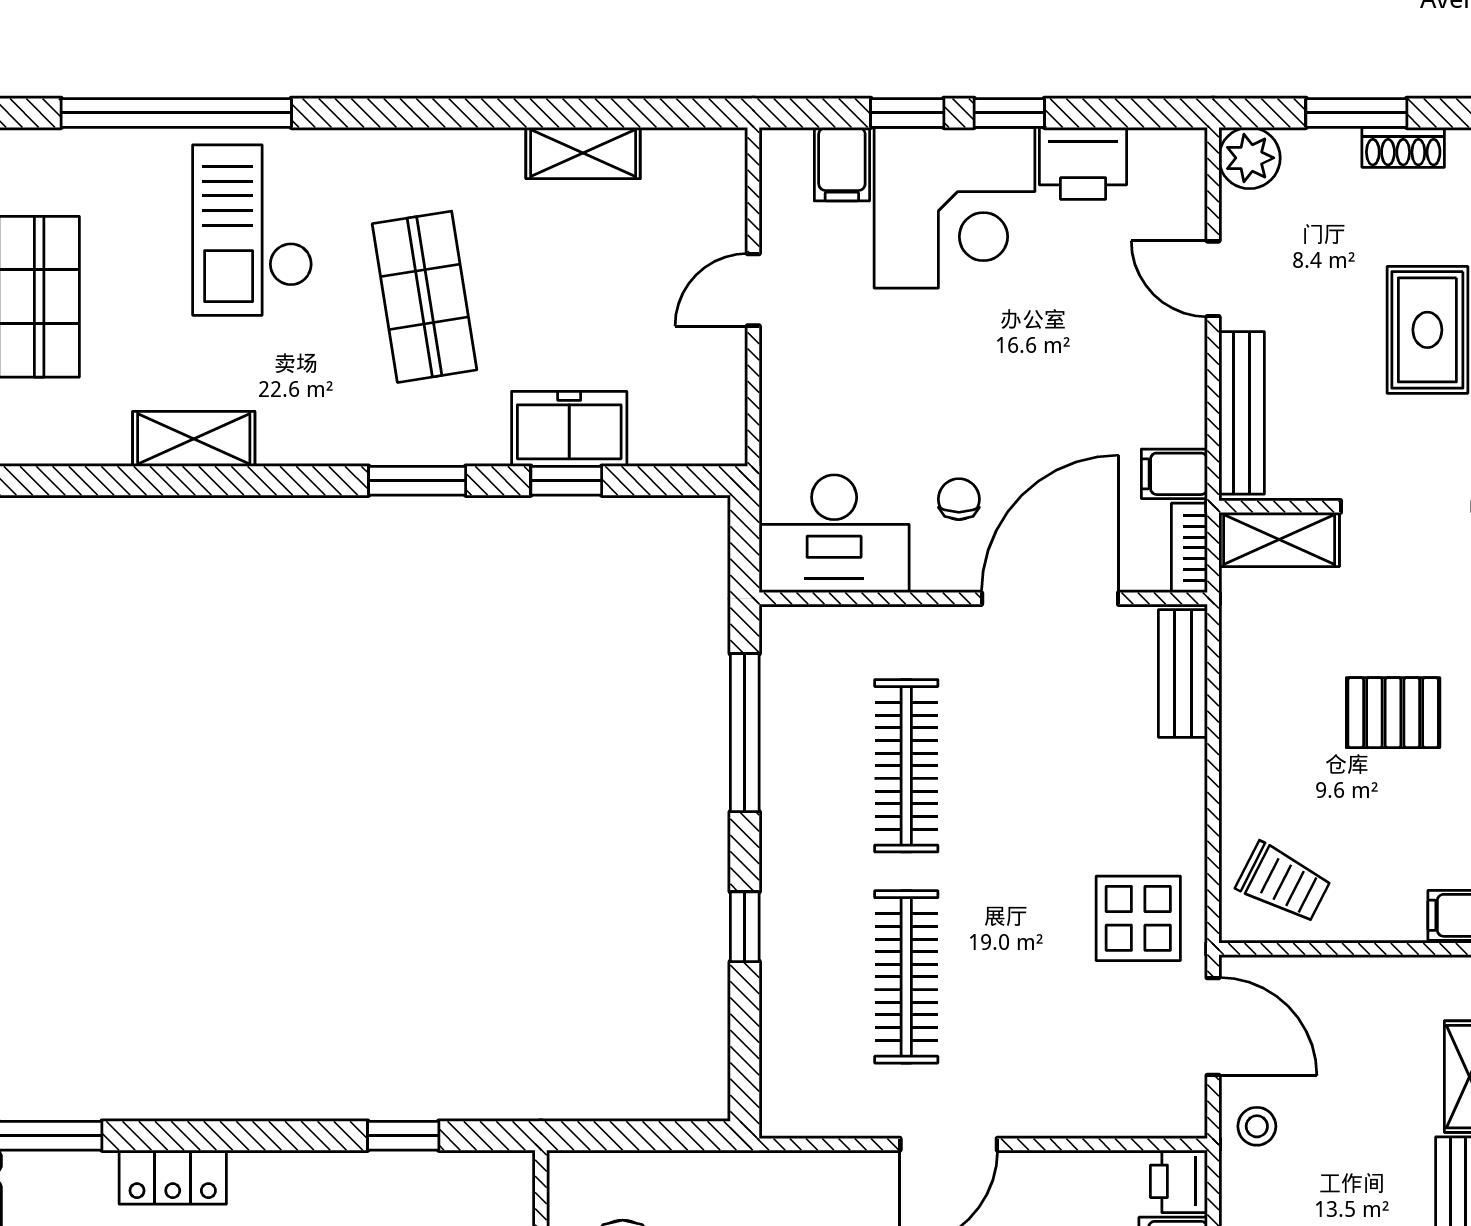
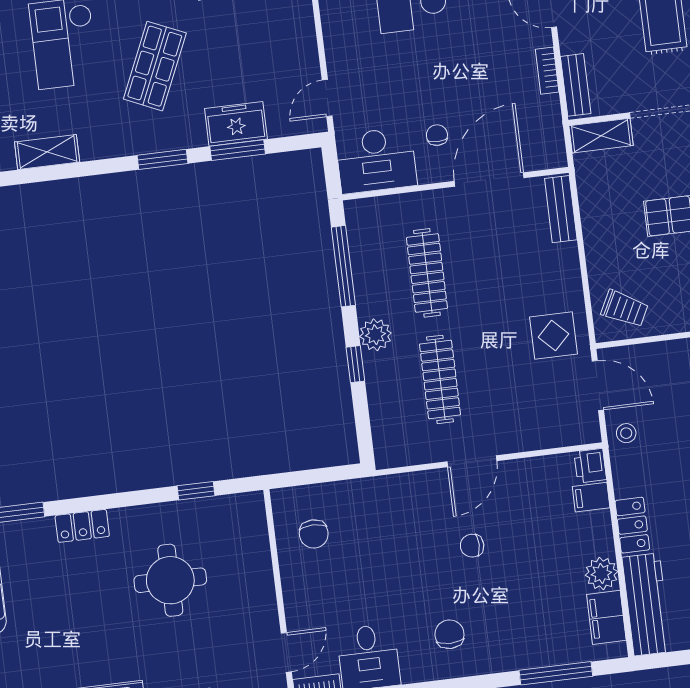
door: (753, 290) -> (327, 98), moved
shop shelf: (425, 297) -> (155, 66), turned 33
bench: (1242, 413) -> (576, 85), width x0.73
filing cabinet: (1174, 474) -> (544, 109), removed
window: (566, 481) -> (238, 150), width x1.50
bookcase: (1189, 548) -> (547, 71), moved
plant: (791, 874) -> (375, 335), added

